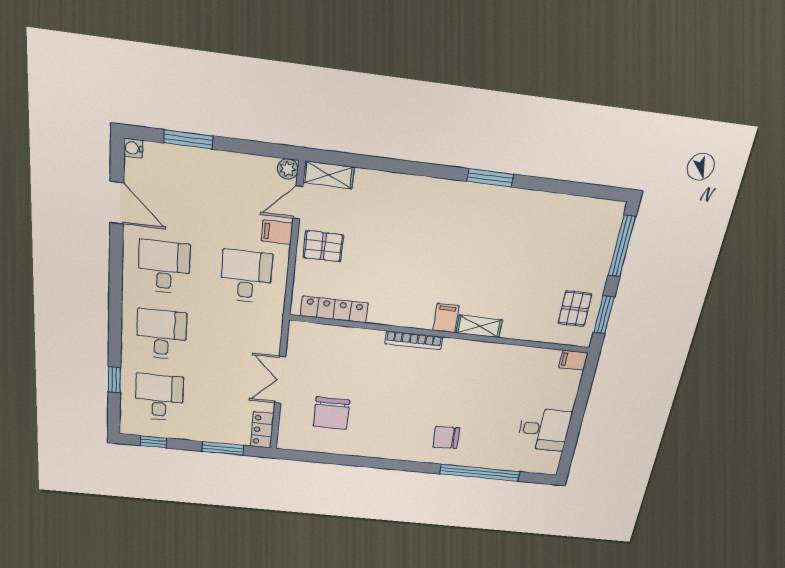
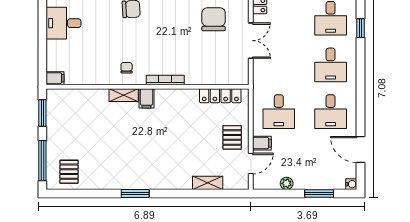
plant: (288, 169) -> (287, 183), moved
shelving: (329, 175) -> (208, 183), moved
pallet: (323, 246) -> (232, 137), turned 90
pallet: (575, 309) -> (69, 172), moved
chair: (467, 363) -> (127, 68), added

